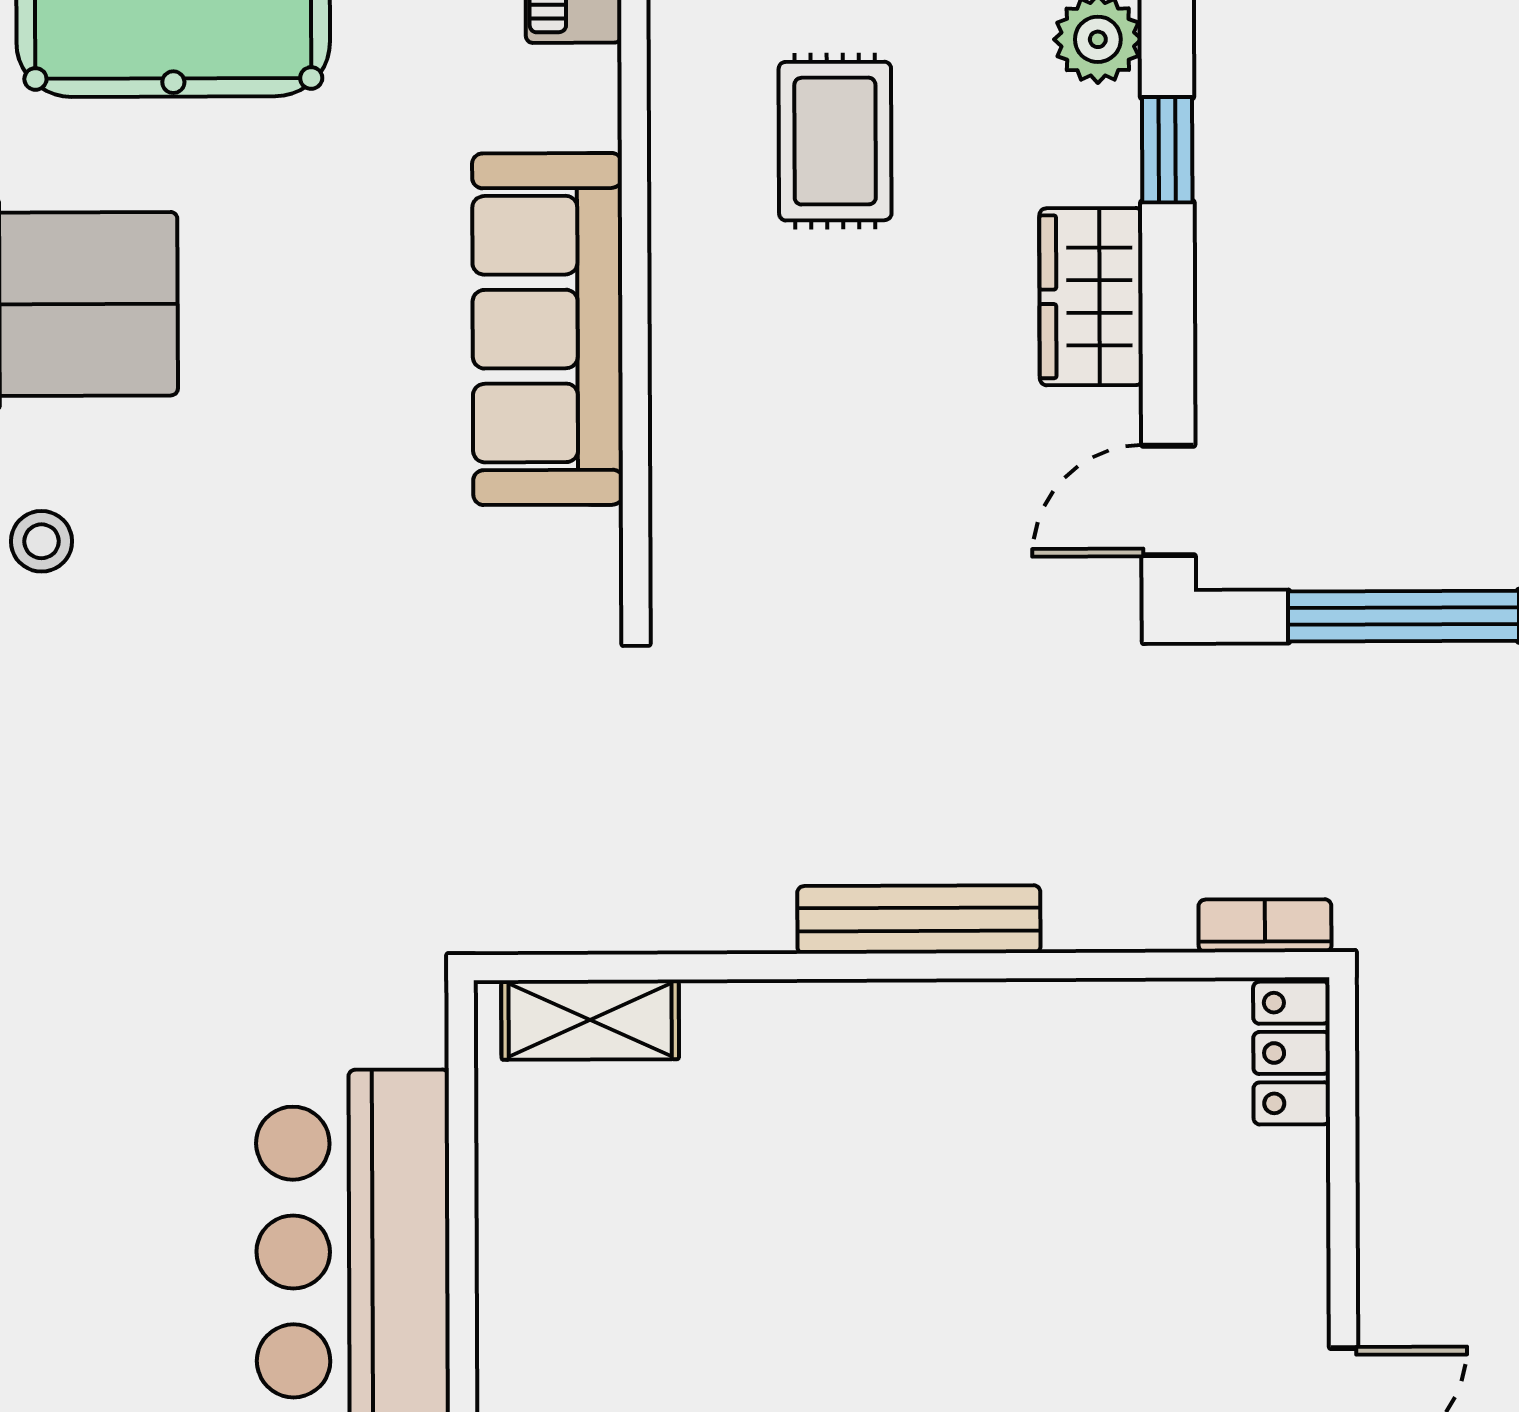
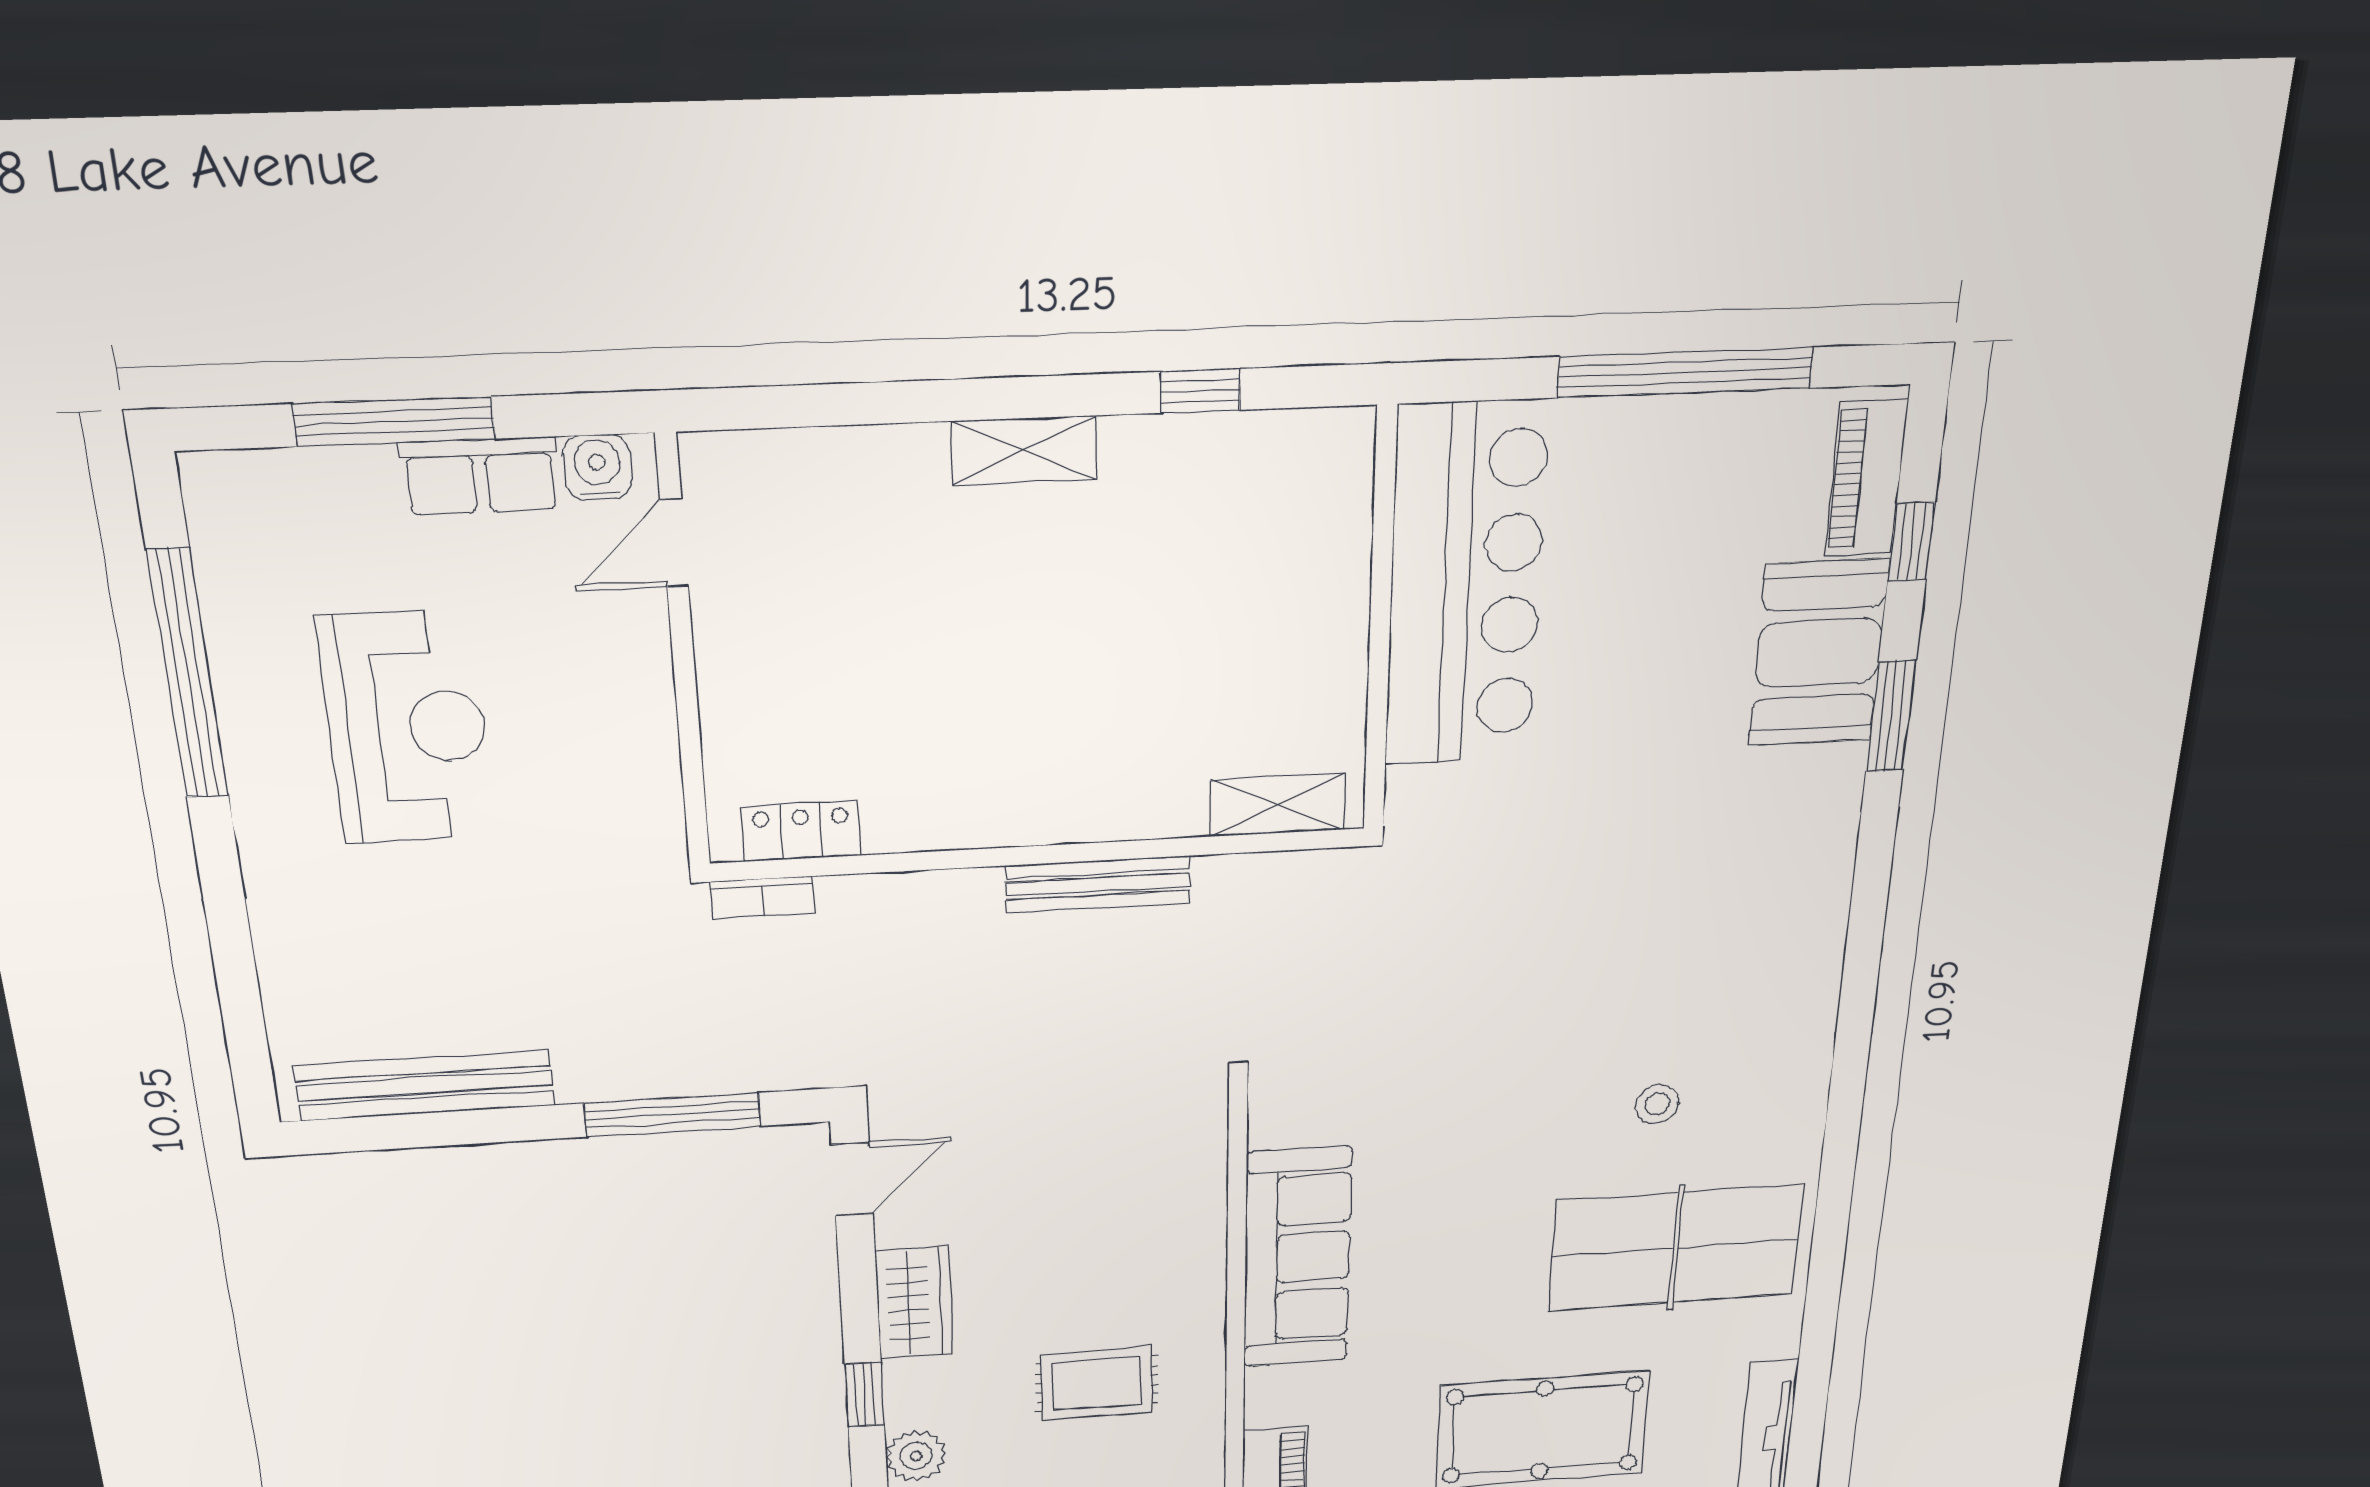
rug: (835, 141) -> (1097, 1384), turned 90
bench: (919, 920) -> (1098, 884), moved
locker: (1292, 1053) -> (801, 831), moved, turned -90

